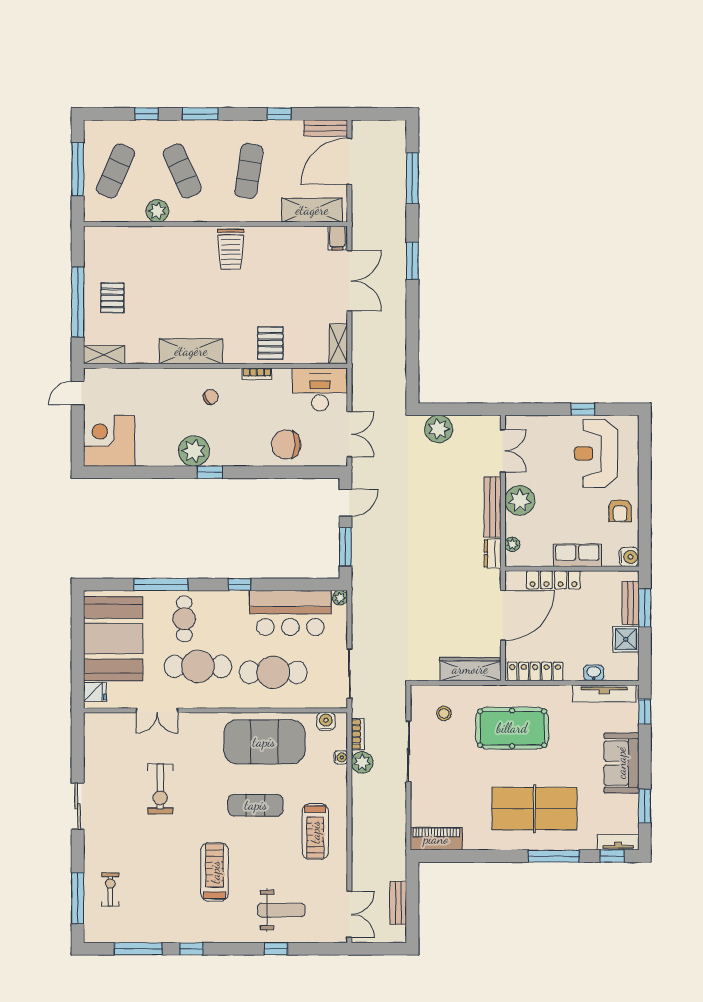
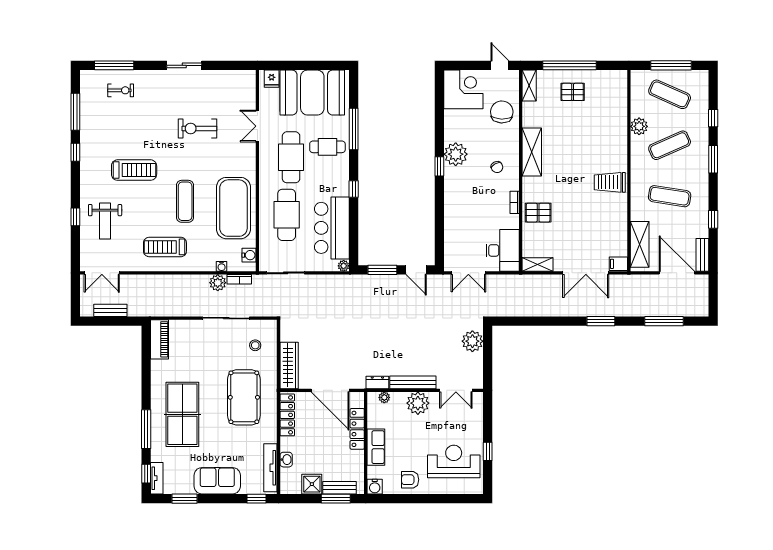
chair: (286, 445) -> (502, 112), moved

